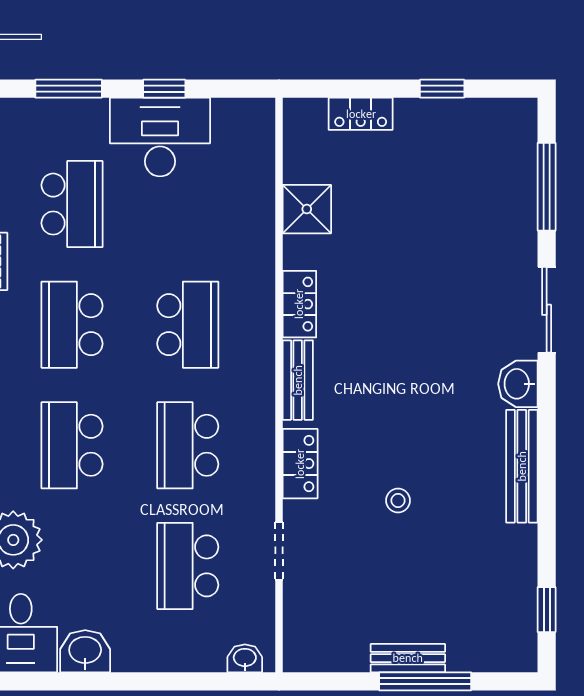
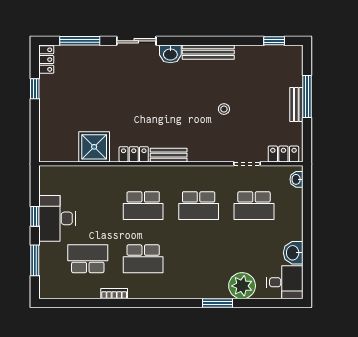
locker: (361, 114) -> (46, 60), moved
shower: (307, 209) -> (94, 147), width x1.36, depth x1.36
school desk: (188, 325) -> (143, 206), turned 180
school desk: (72, 445) -> (199, 259), removed
locker: (300, 464) -> (283, 154), moved

